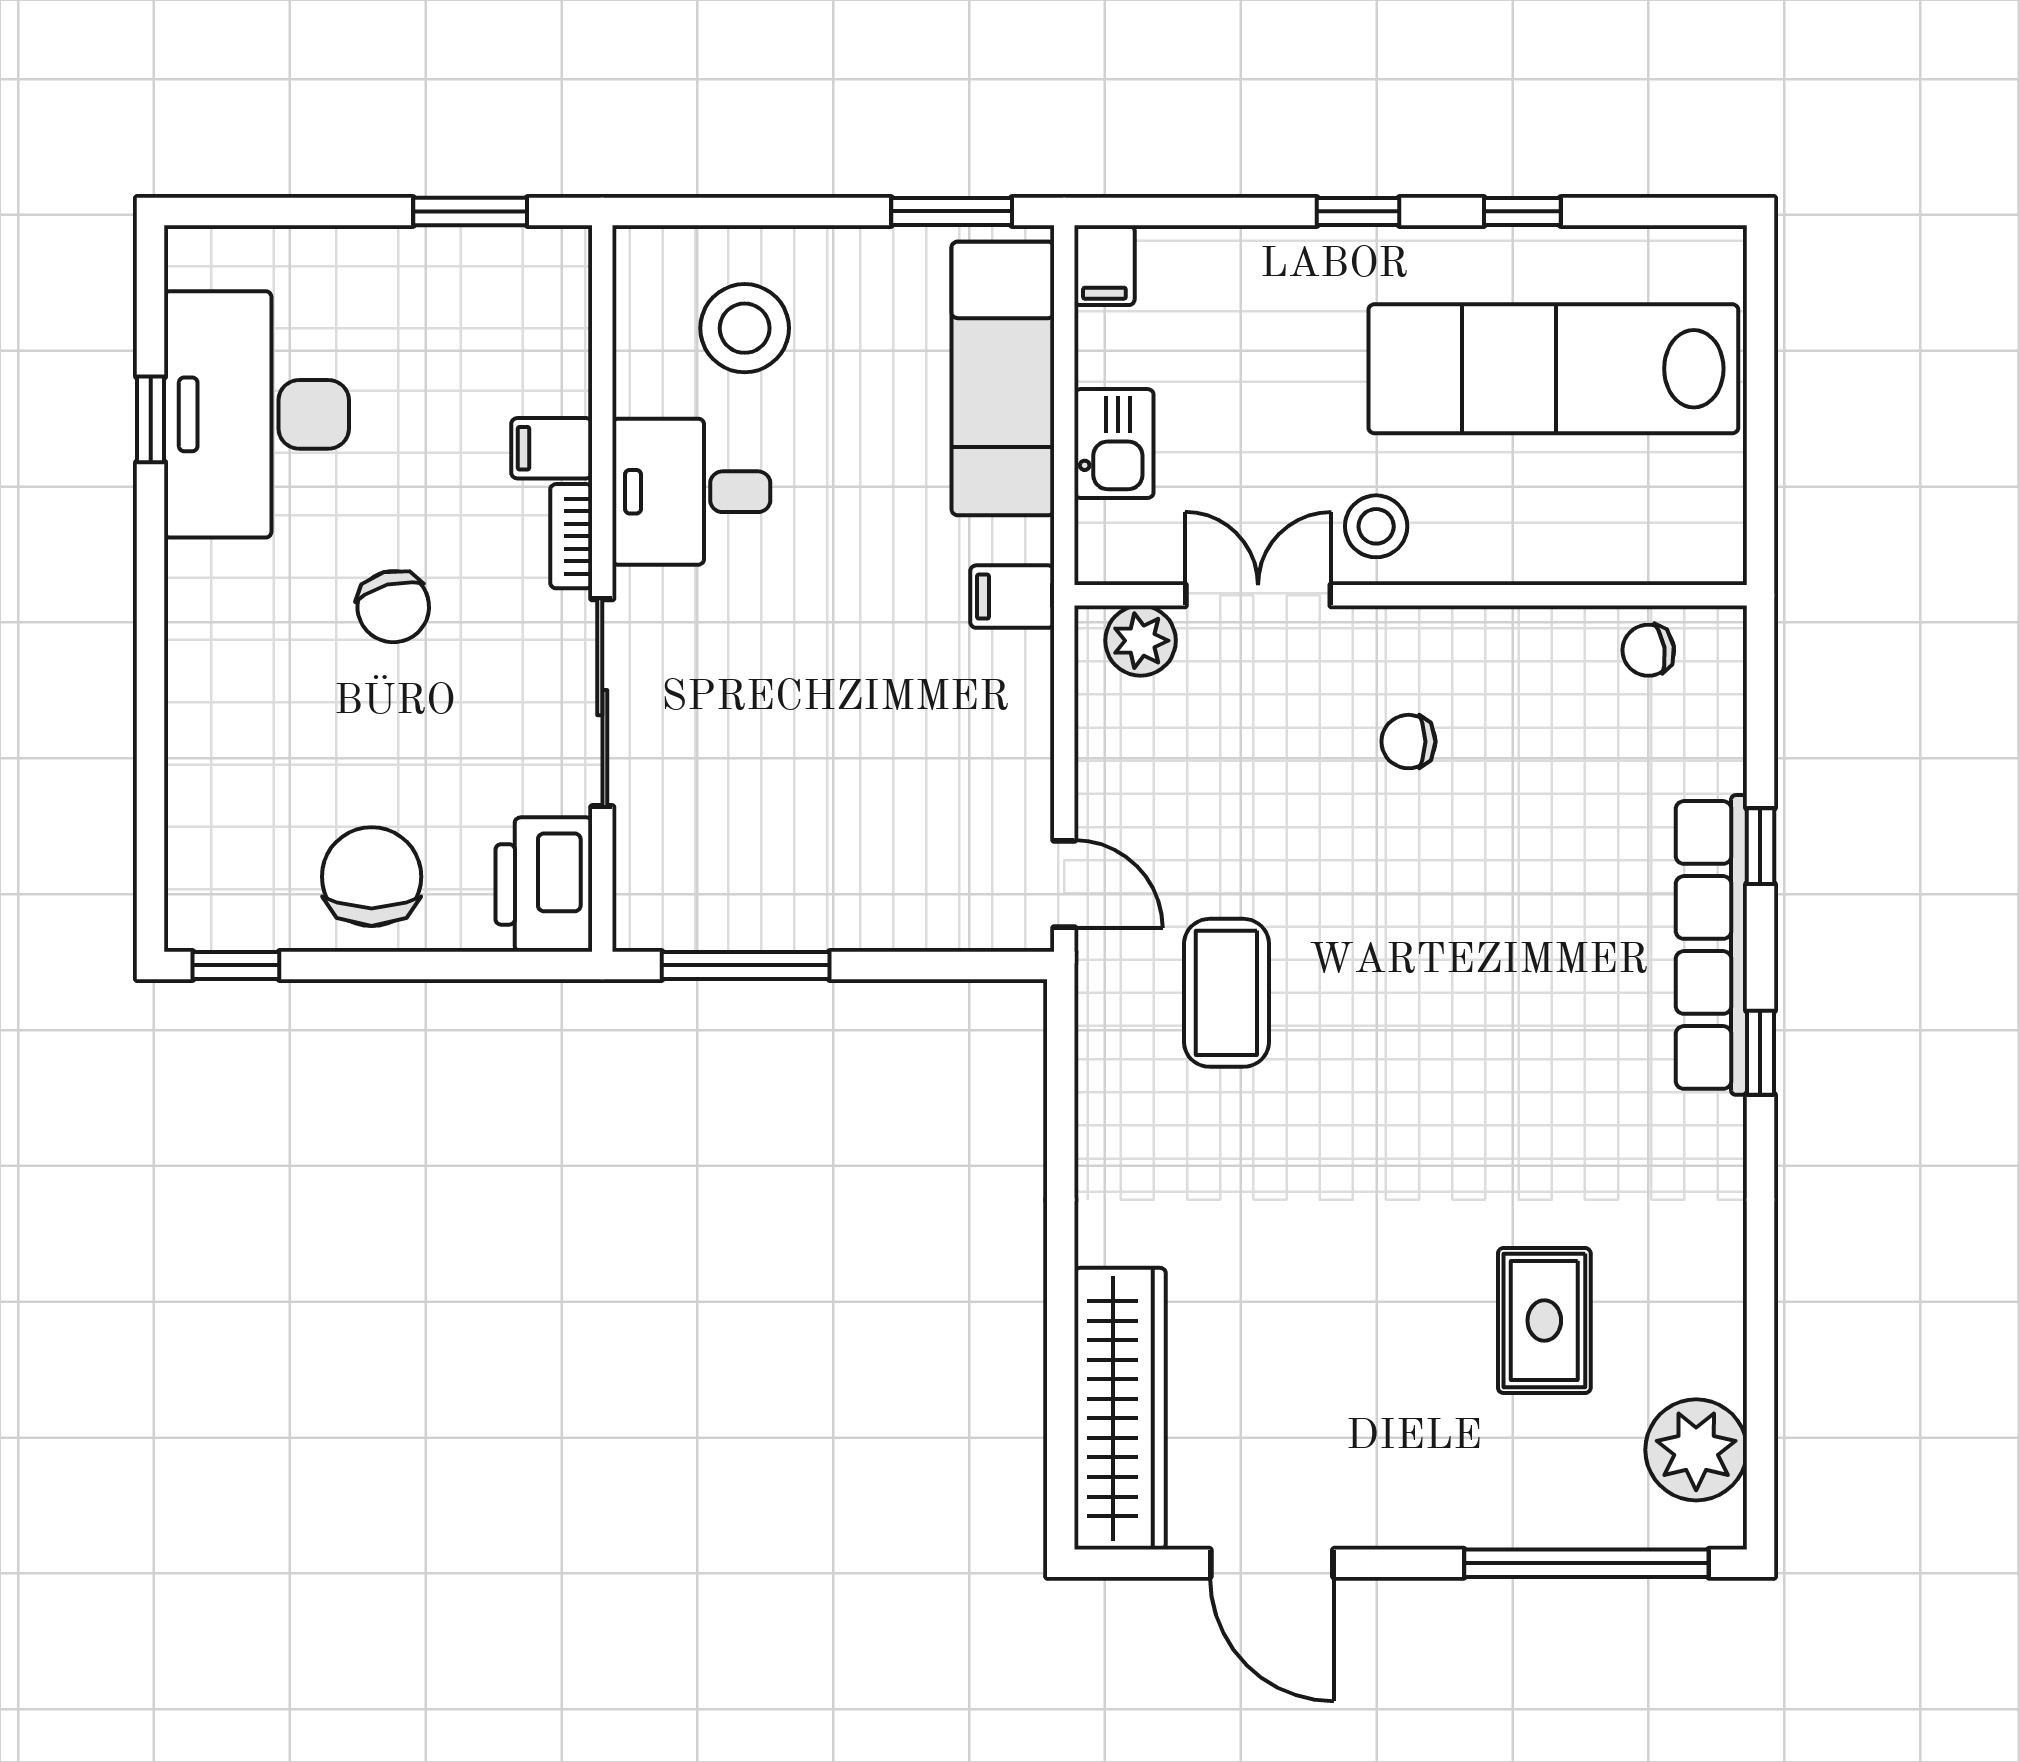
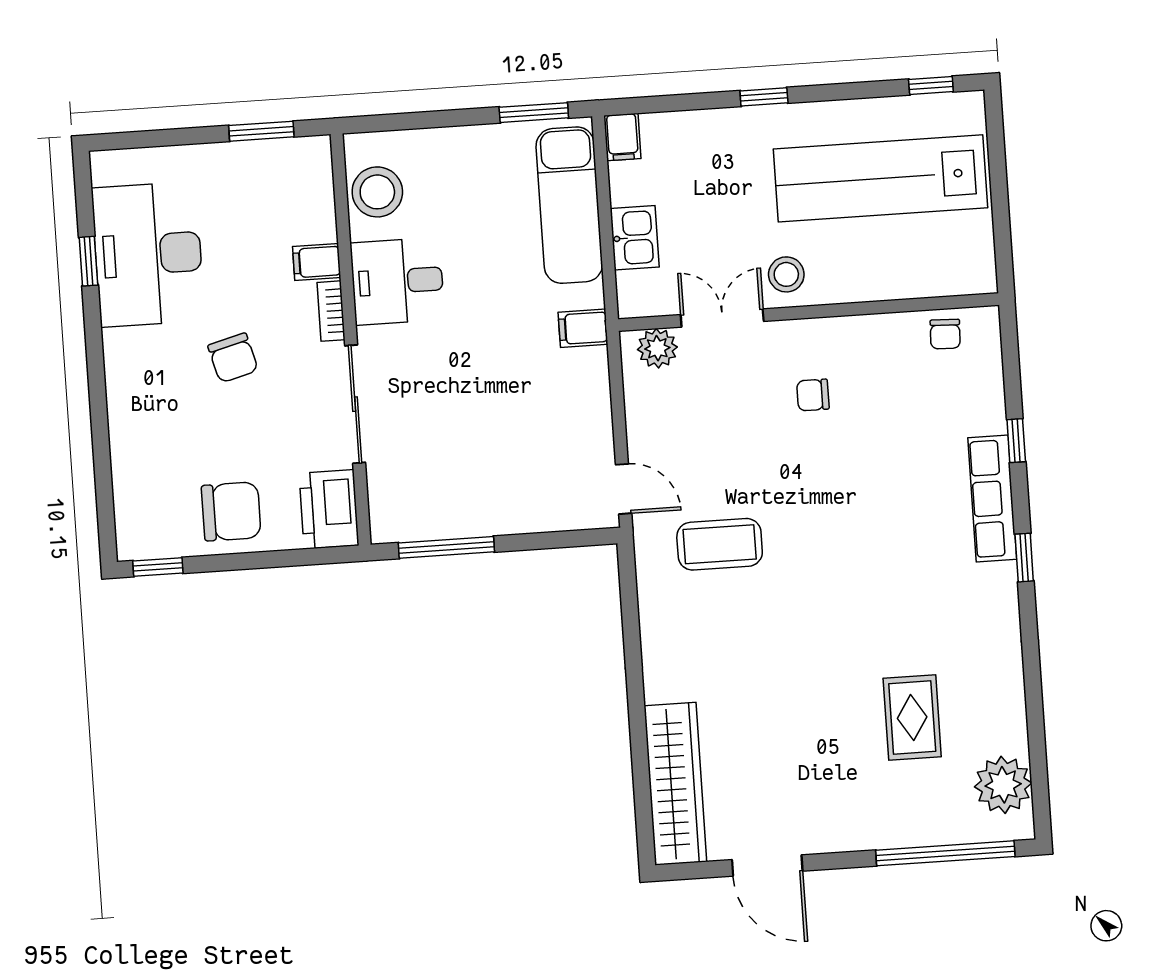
window: (1522, 211) -> (931, 86), moved
stool: (745, 328) -> (377, 192), moved
chair: (1648, 650) -> (945, 334), turned -79
chair: (372, 877) -> (231, 511), turned 90
row of seats: (1711, 945) -> (992, 498), width x0.73
coffee table: (1226, 993) -> (720, 544), turned 90

